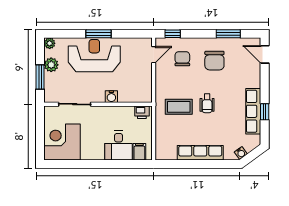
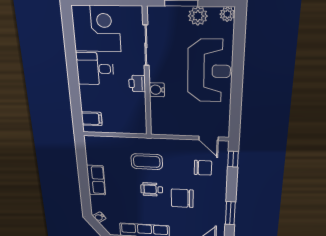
window: (99, 34) -> (237, 77), removed
chair: (214, 61) -> (182, 198), moved
coffee table: (179, 107) -> (147, 162), turned 90
printer: (142, 112) -> (137, 84), moved
desk: (118, 146) -> (95, 69), moved
row of seats: (200, 153) -> (96, 180), width x0.68

